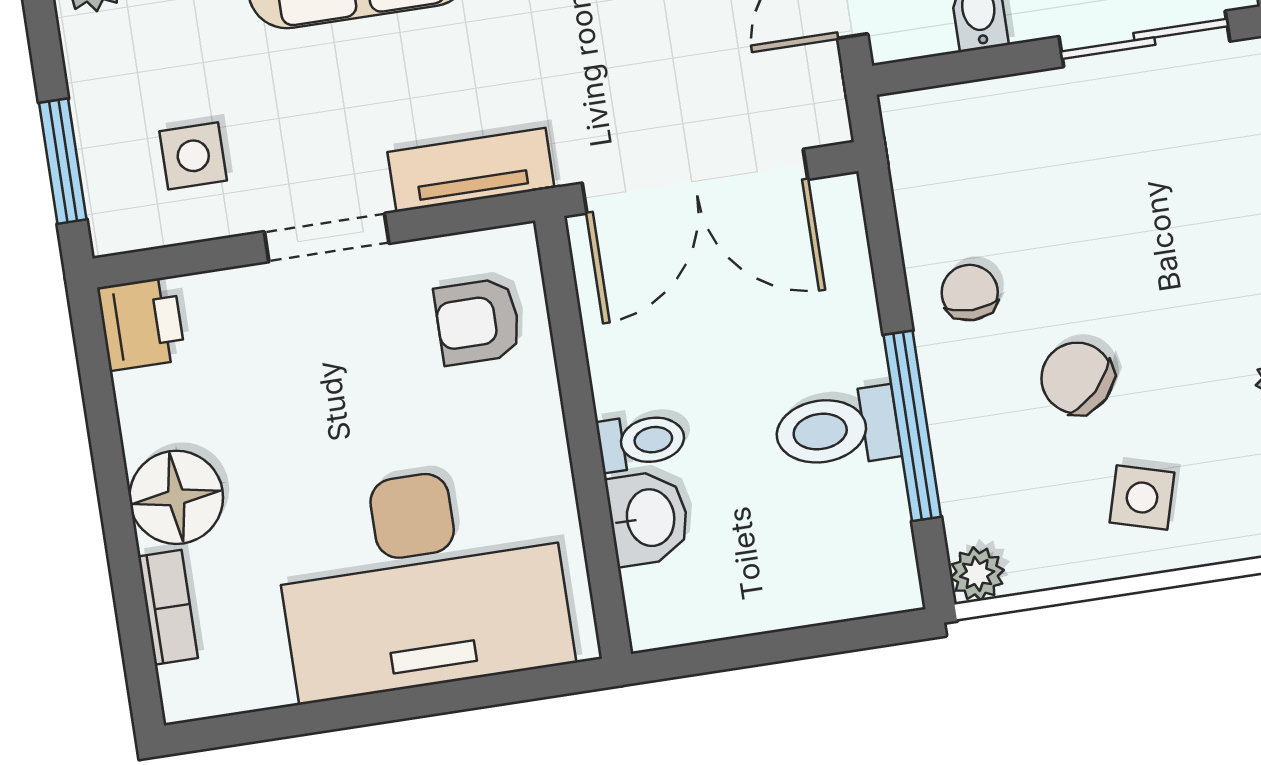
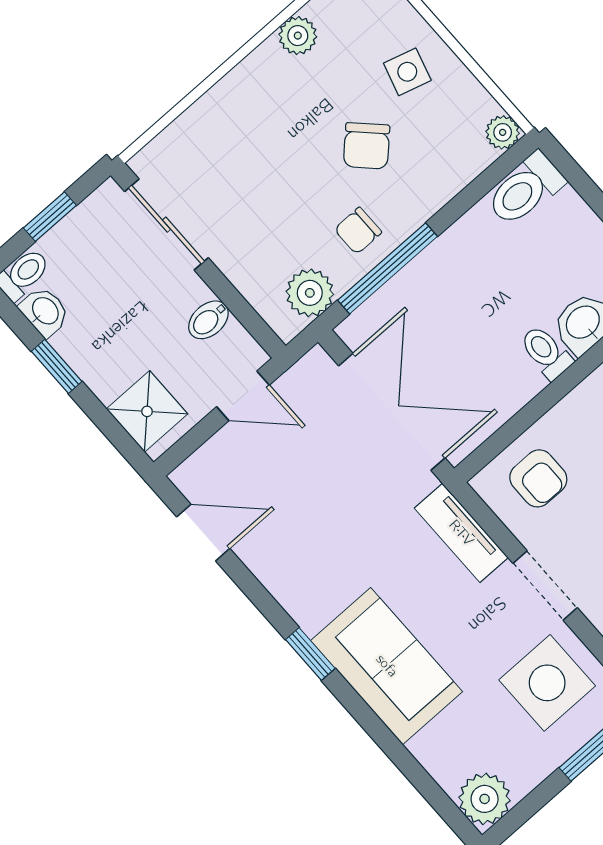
side table: (193, 156) -> (547, 683), width x1.87, depth x1.87
plant: (927, 173) -> (310, 293), added
window: (912, 426) -> (388, 268), moved
toilet: (837, 429) -> (525, 189), moved, turned 90

